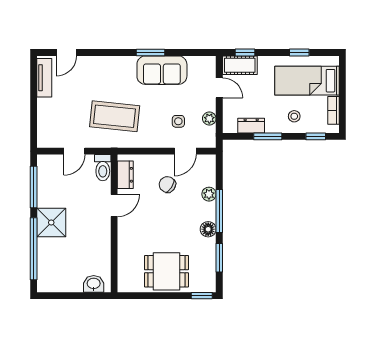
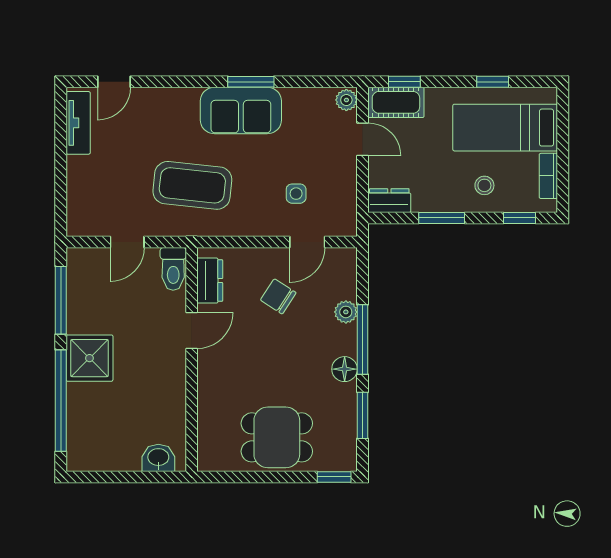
sofa: (162, 70) -> (241, 111), moved
plant: (209, 119) -> (346, 100), moved
dresser: (251, 126) -> (389, 201), moved

